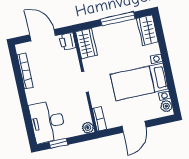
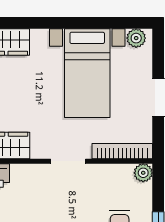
bookcase: (99, 119) -> (122, 151), width x1.56

